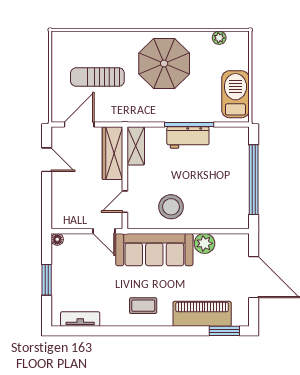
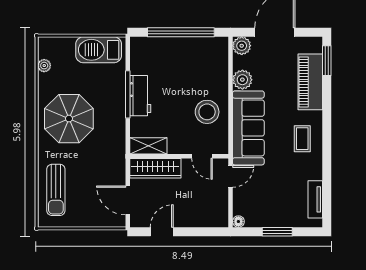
sun lounger: (97, 77) -> (56, 190), moved
plant: (240, 243) -> (242, 46), added

